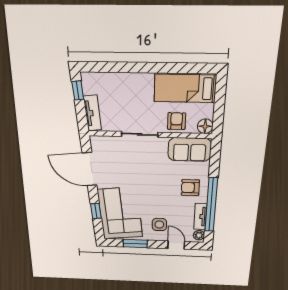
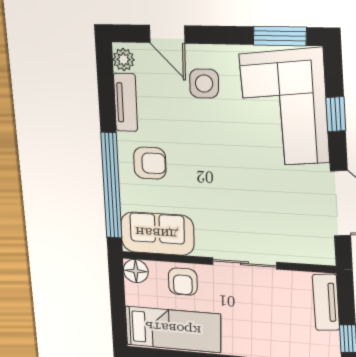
window: (211, 205) -> (111, 186), moved
window: (135, 244) -> (280, 36), moved

